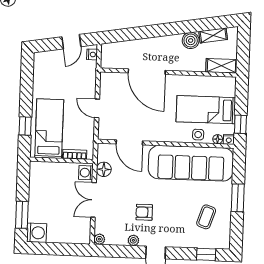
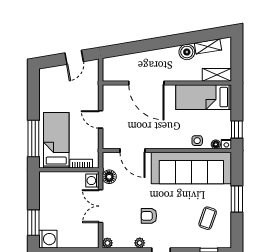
nightstand: (92, 54) -> (94, 69), removed
bed: (206, 110) -> (204, 97), moved
window: (25, 126) -> (33, 139), width x2.17

